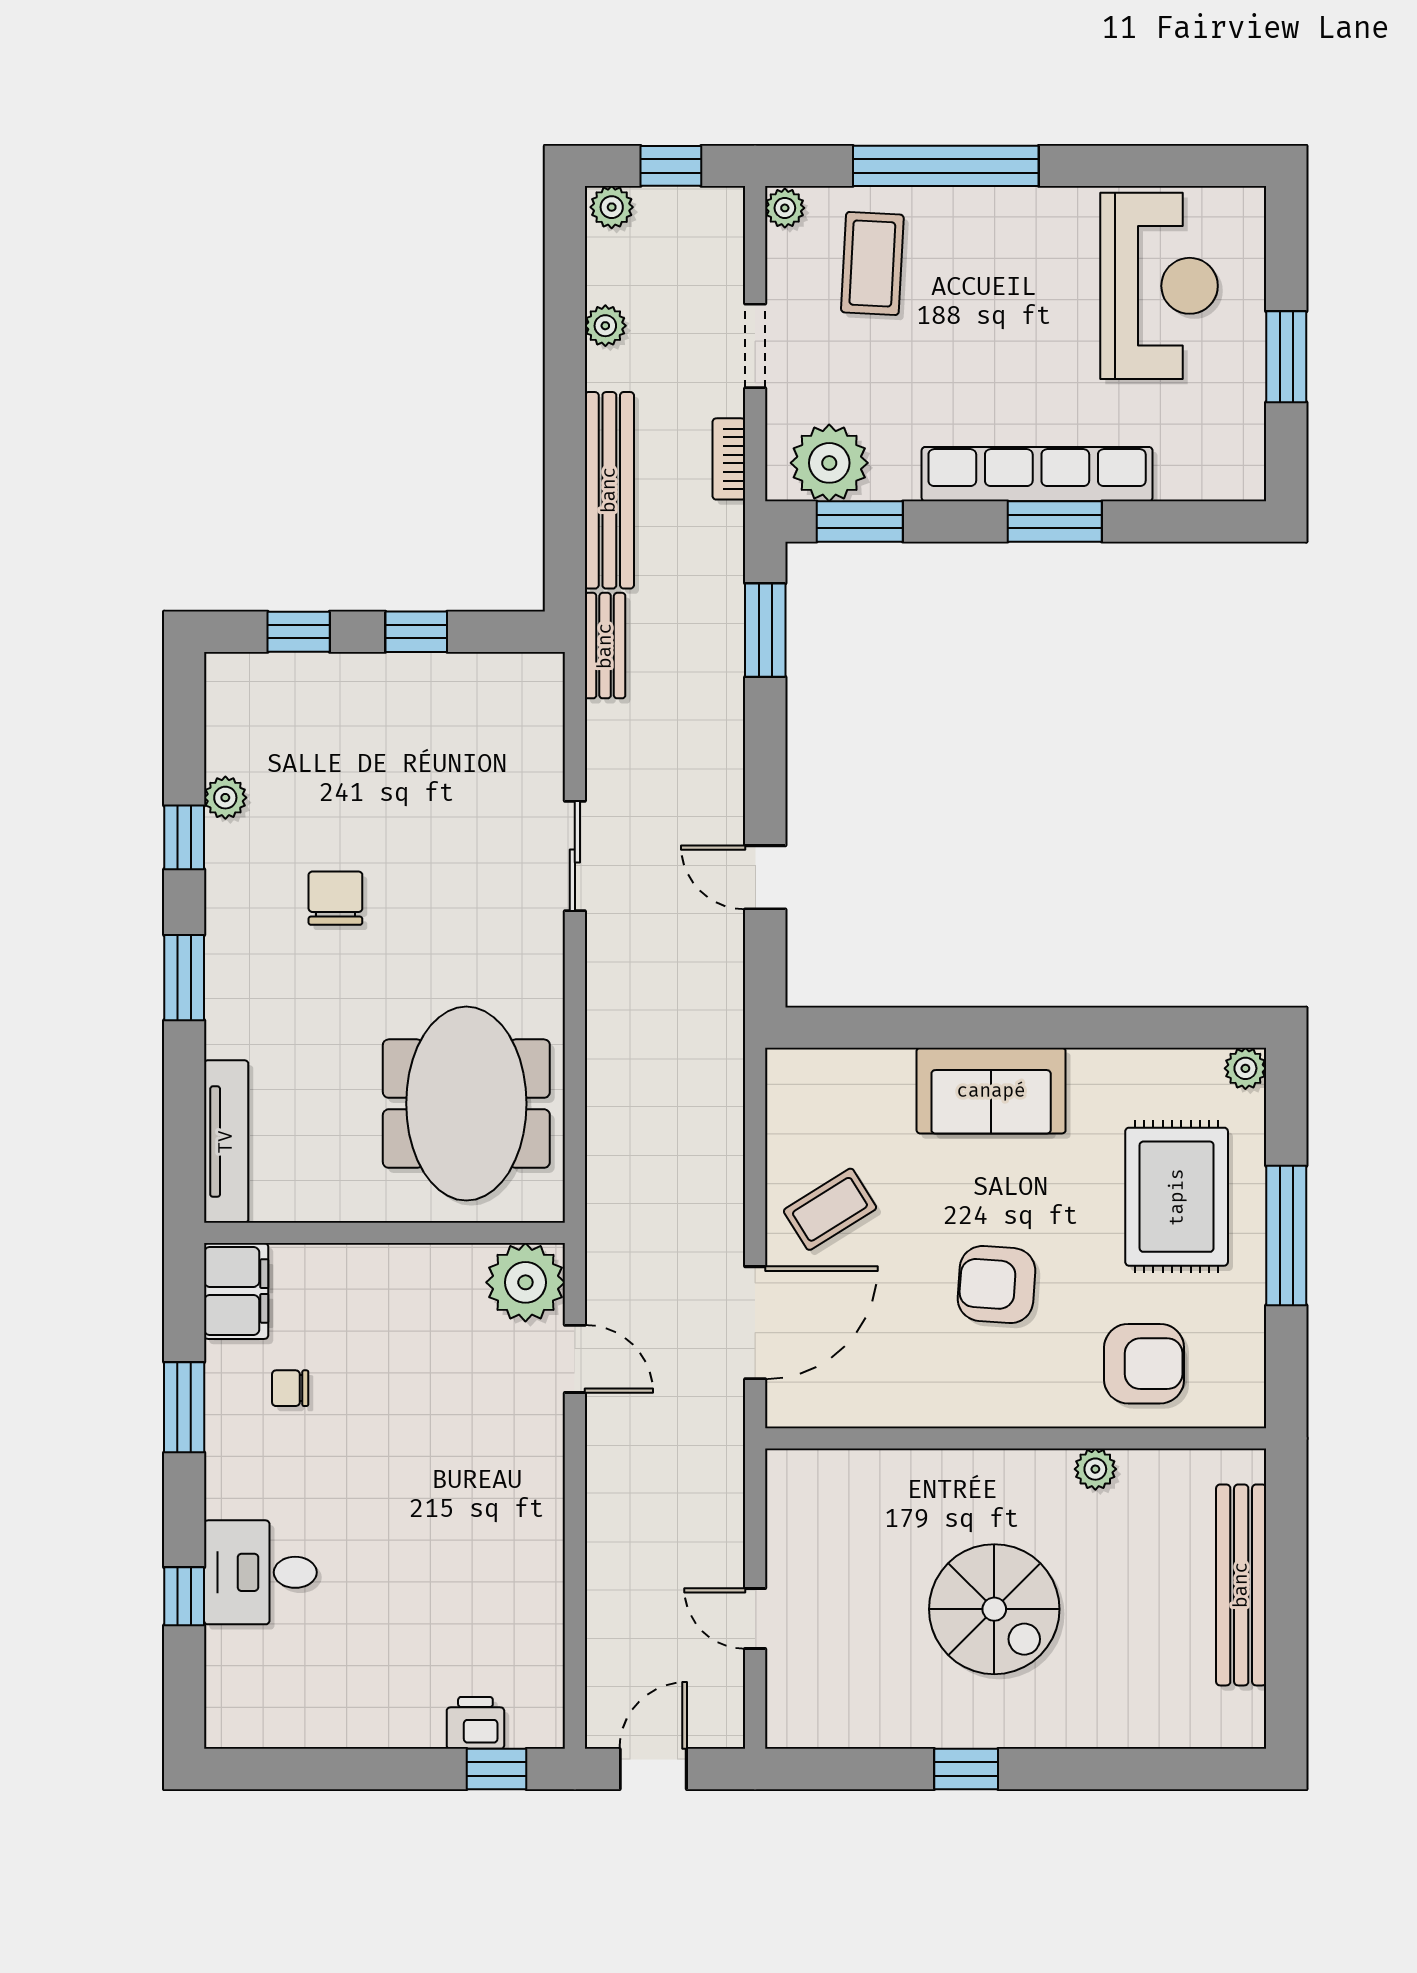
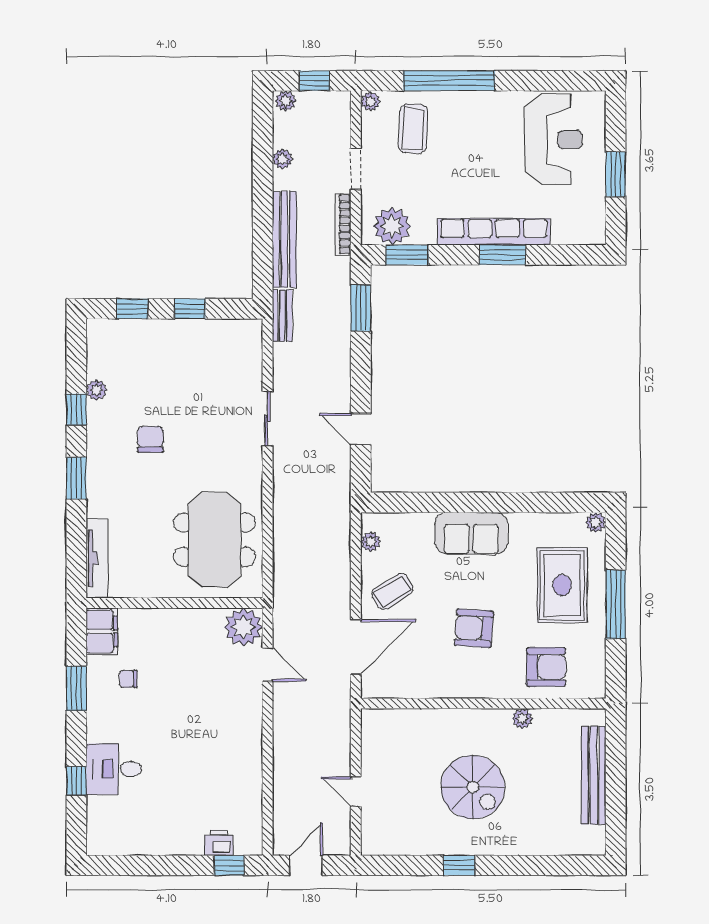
bookcase: (729, 459) -> (343, 224), width x1.56
plant: (785, 1108) -> (371, 542), added

